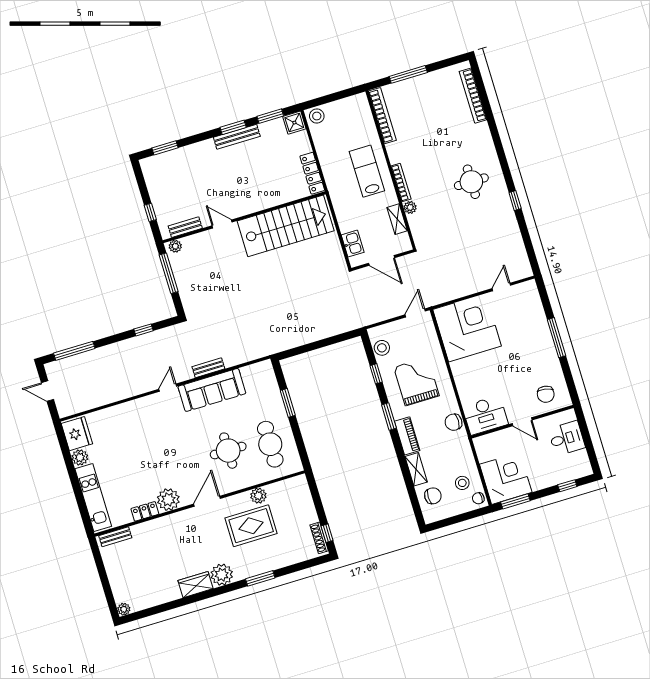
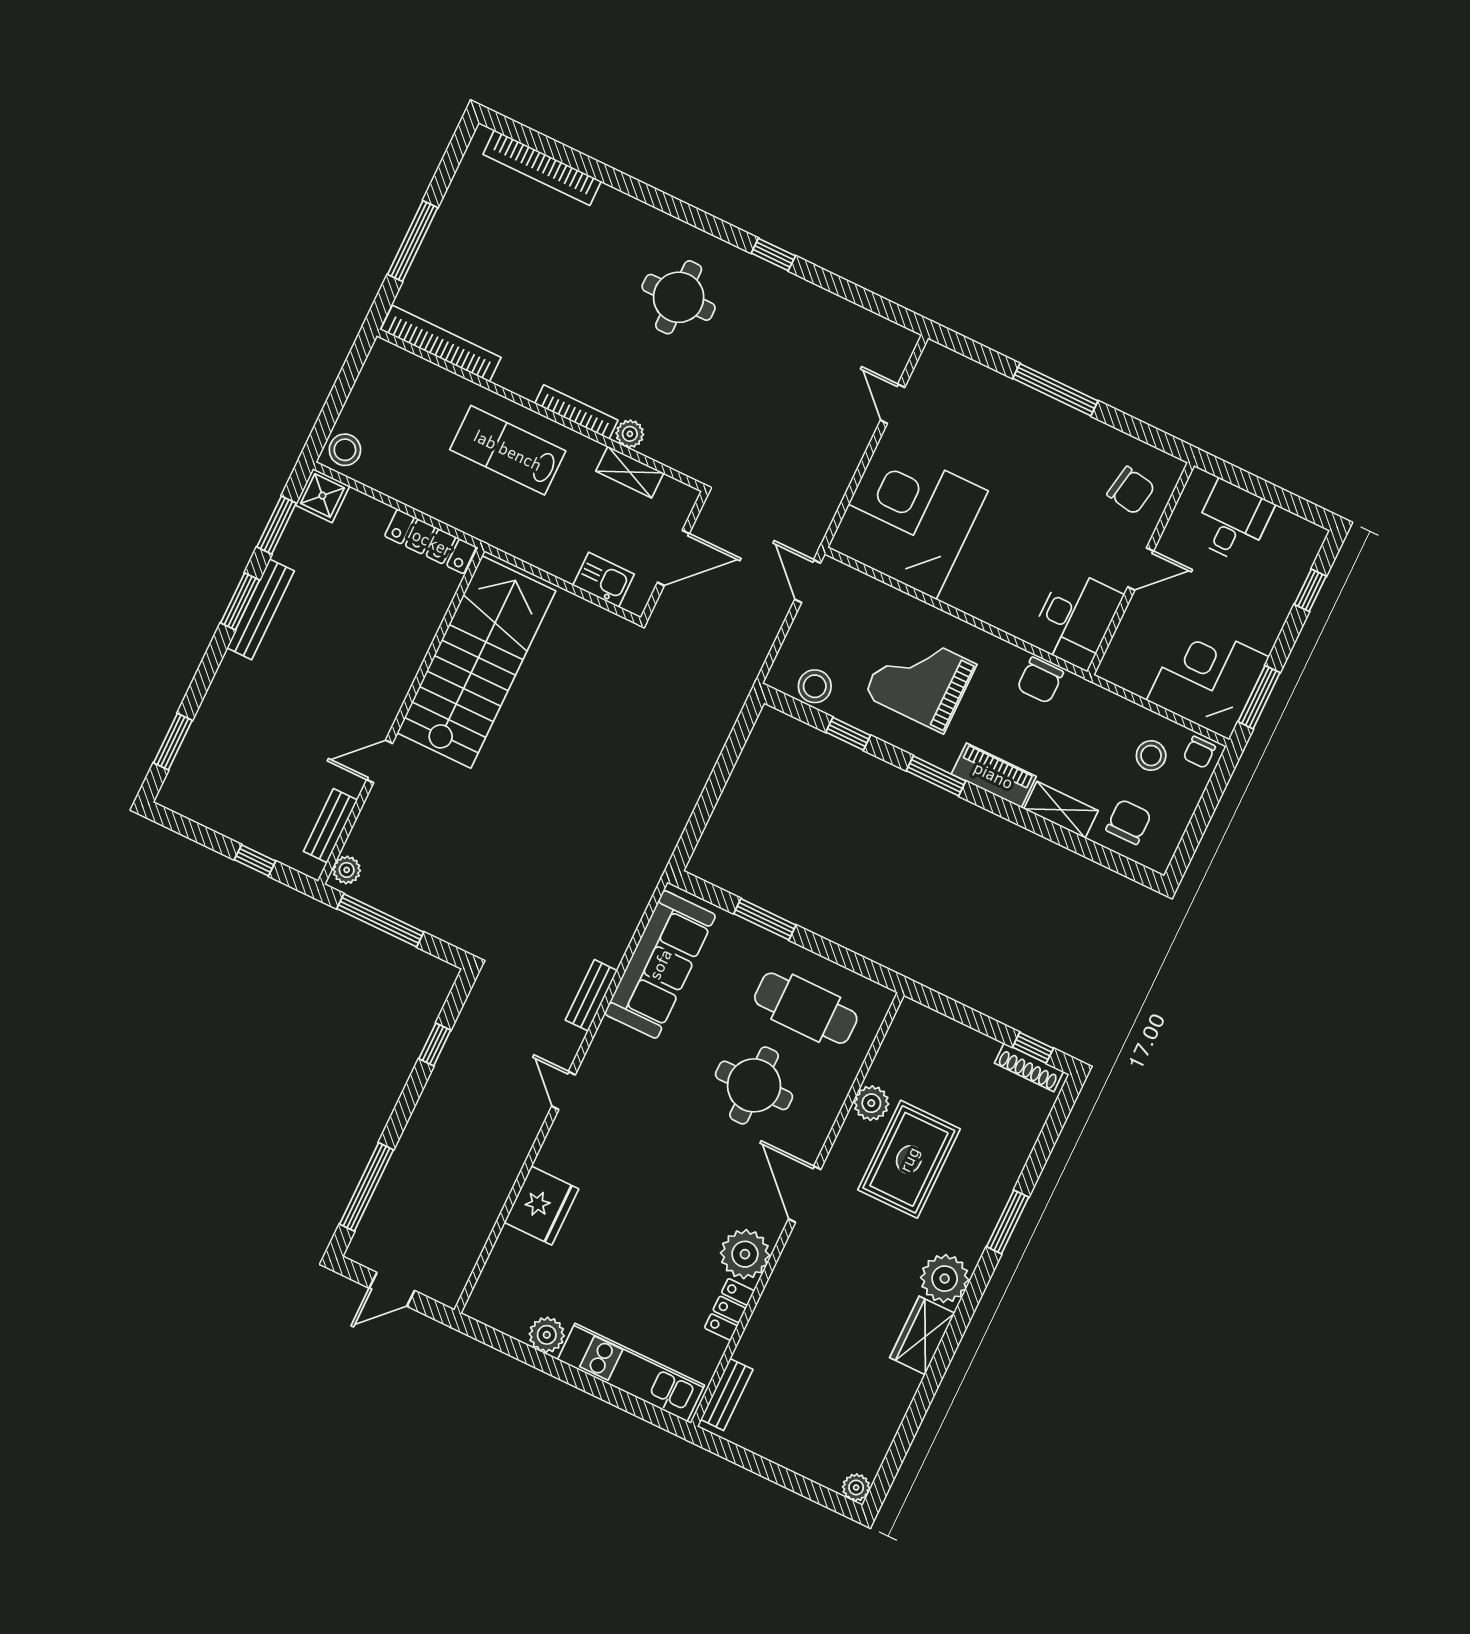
sofa: (212, 390) -> (660, 964), moved
fridge: (77, 434) -> (541, 1206), moved, turned 90

